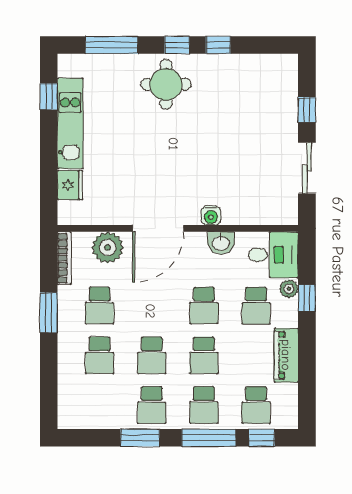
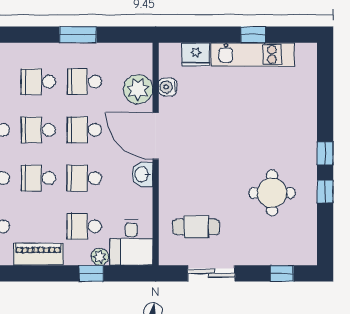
window: (112, 45) -> (325, 93), removed
round table: (166, 84) -> (272, 193), moved
window: (49, 97) -> (253, 35), moved
window: (307, 110) -> (282, 273), moved
cafe table: (257, 185) -> (196, 227), added
water cooler: (211, 216) -> (168, 87), moved
washbasin: (221, 243) -> (142, 174), moved
bookcase: (64, 258) -> (128, 49), removed
school desk: (152, 306) -> (84, 130), added

